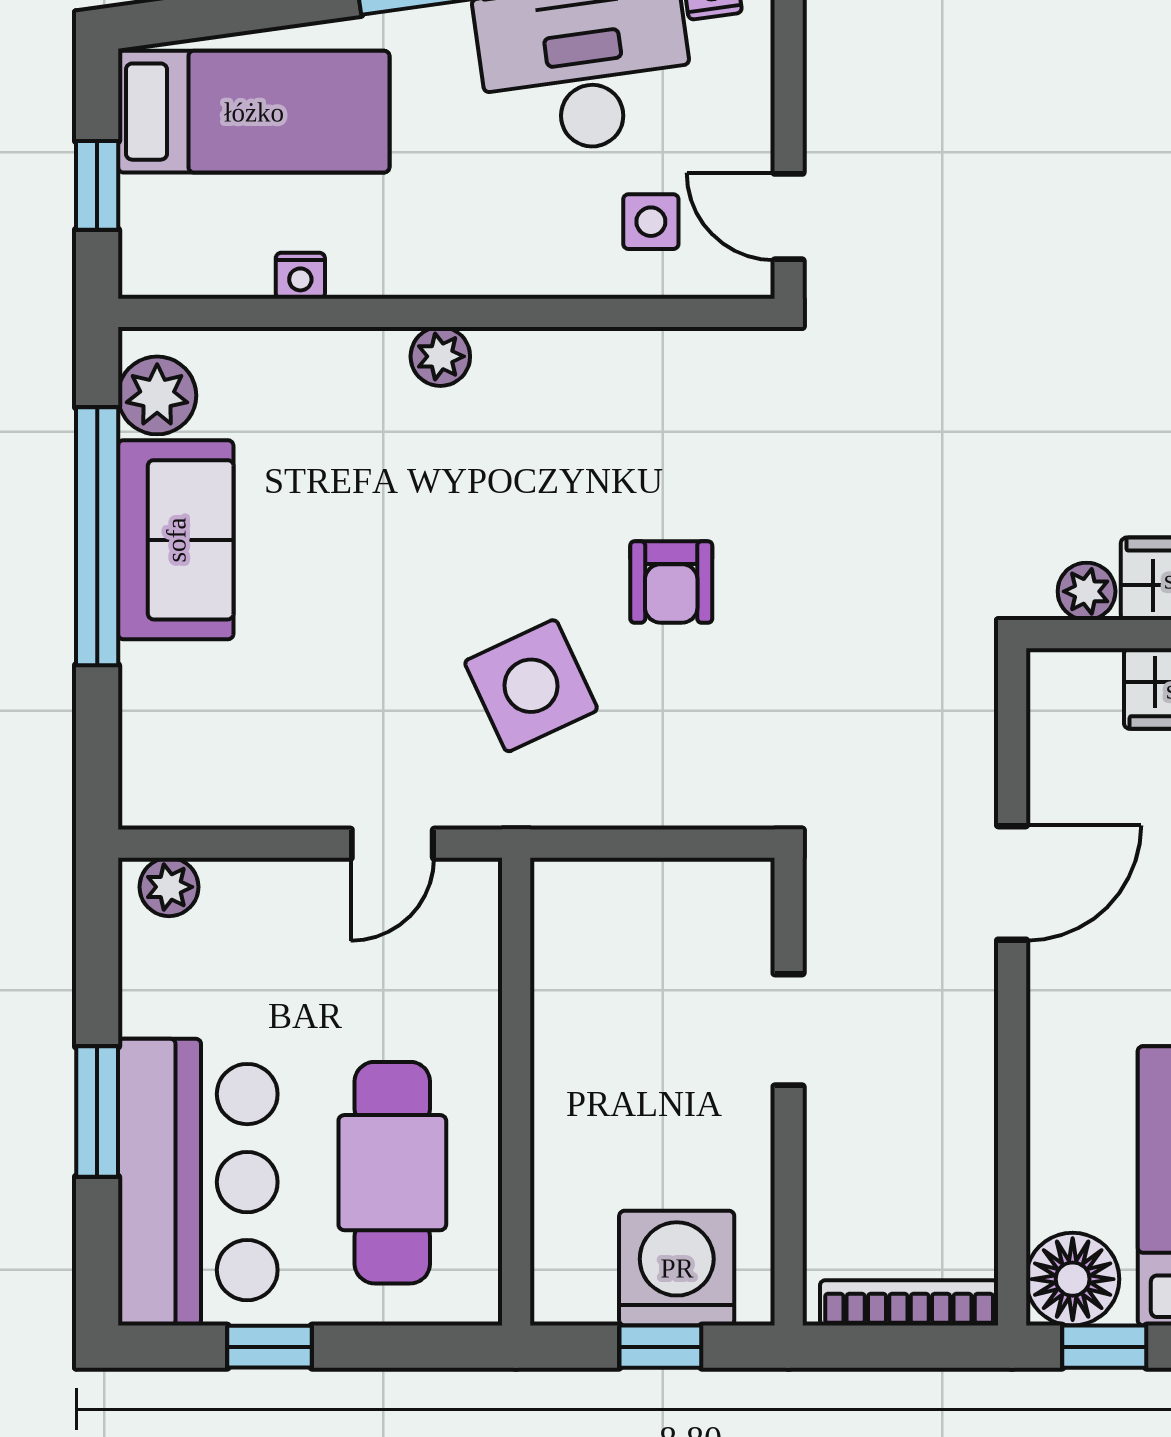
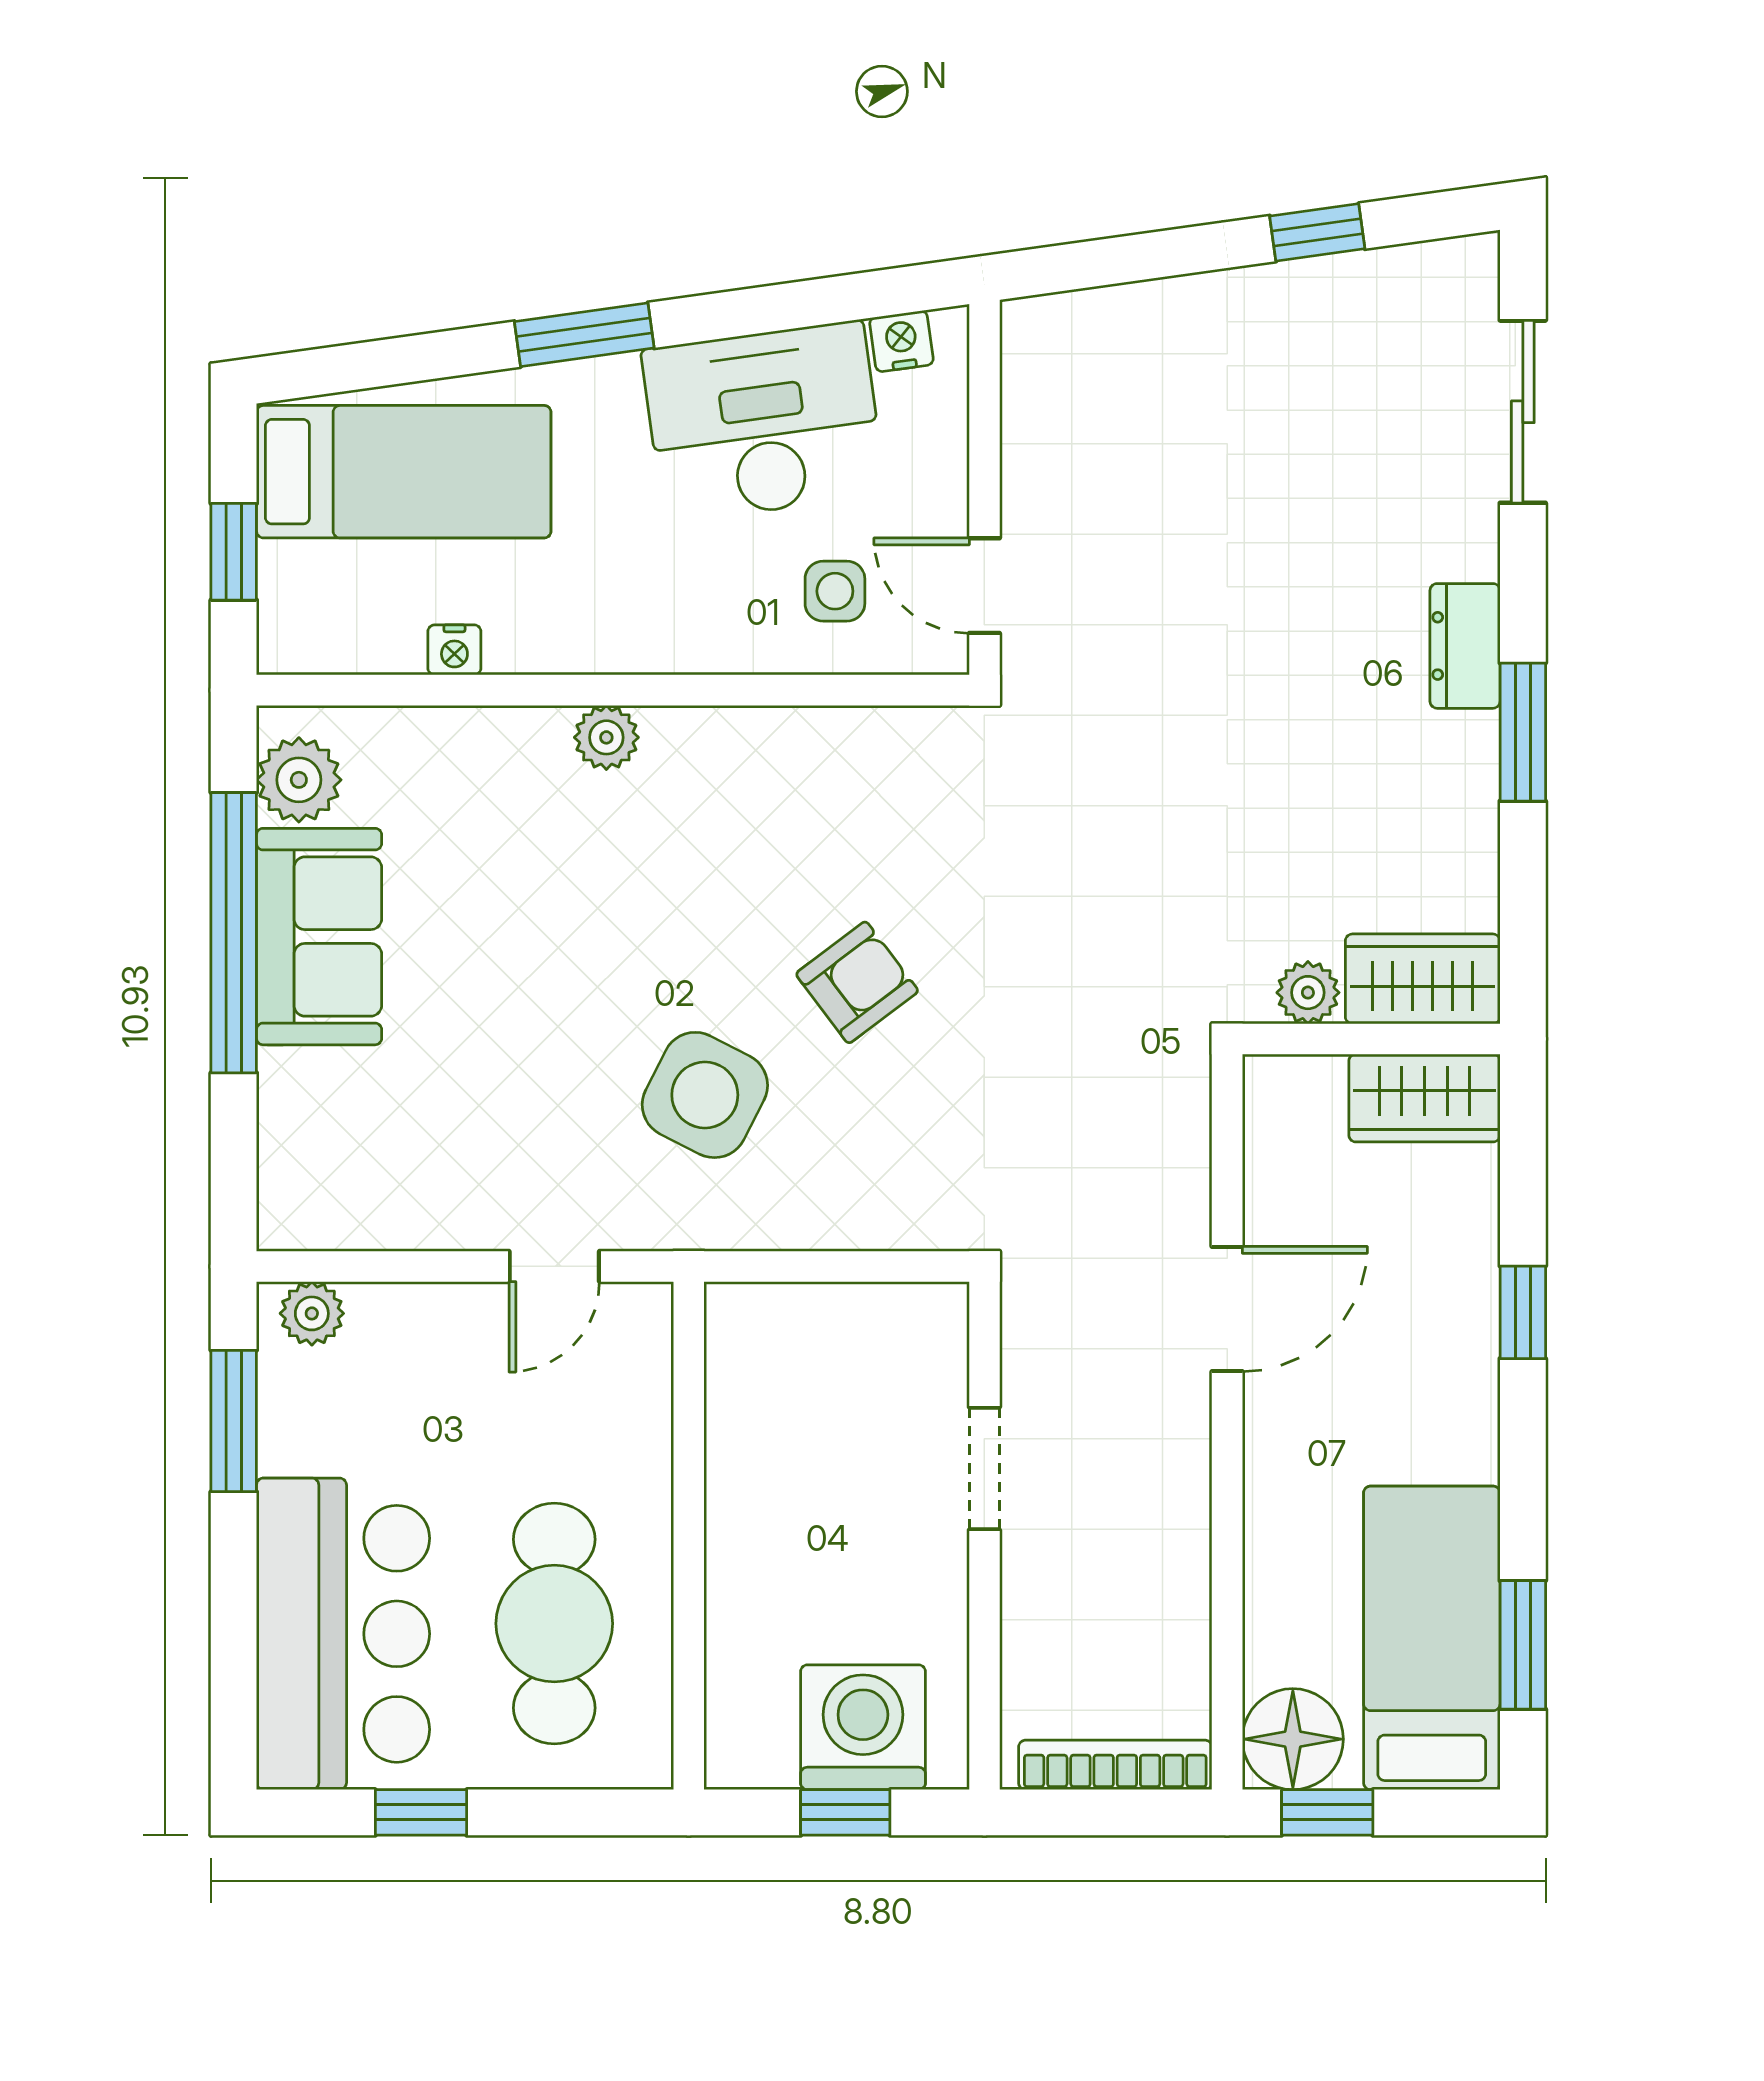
armchair: (671, 582) -> (857, 982), turned -127
side table: (531, 686) -> (705, 1095), turned -38
window: (97, 1112) -> (234, 1421), moved

